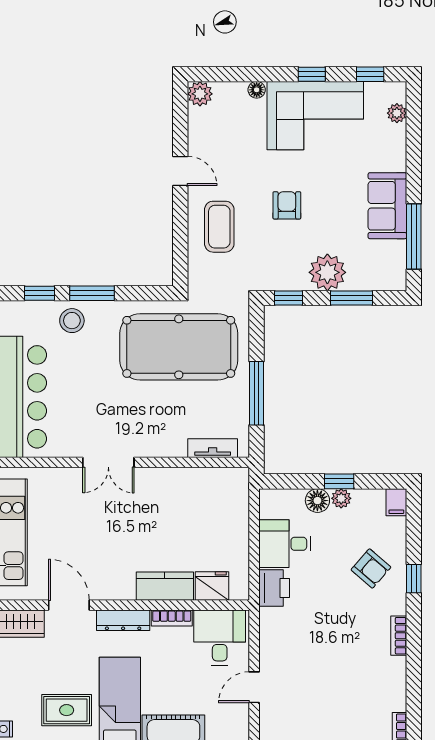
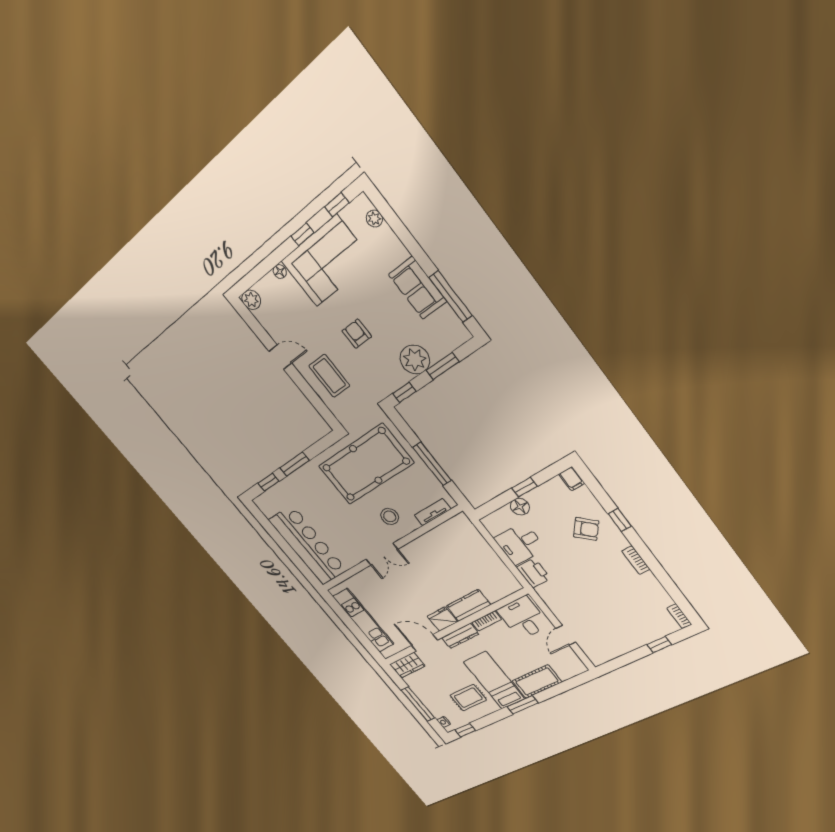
stool: (72, 321) -> (390, 516), moved
plant: (341, 498) -> (534, 497), removed
fridge: (212, 586) -> (442, 619), moved

